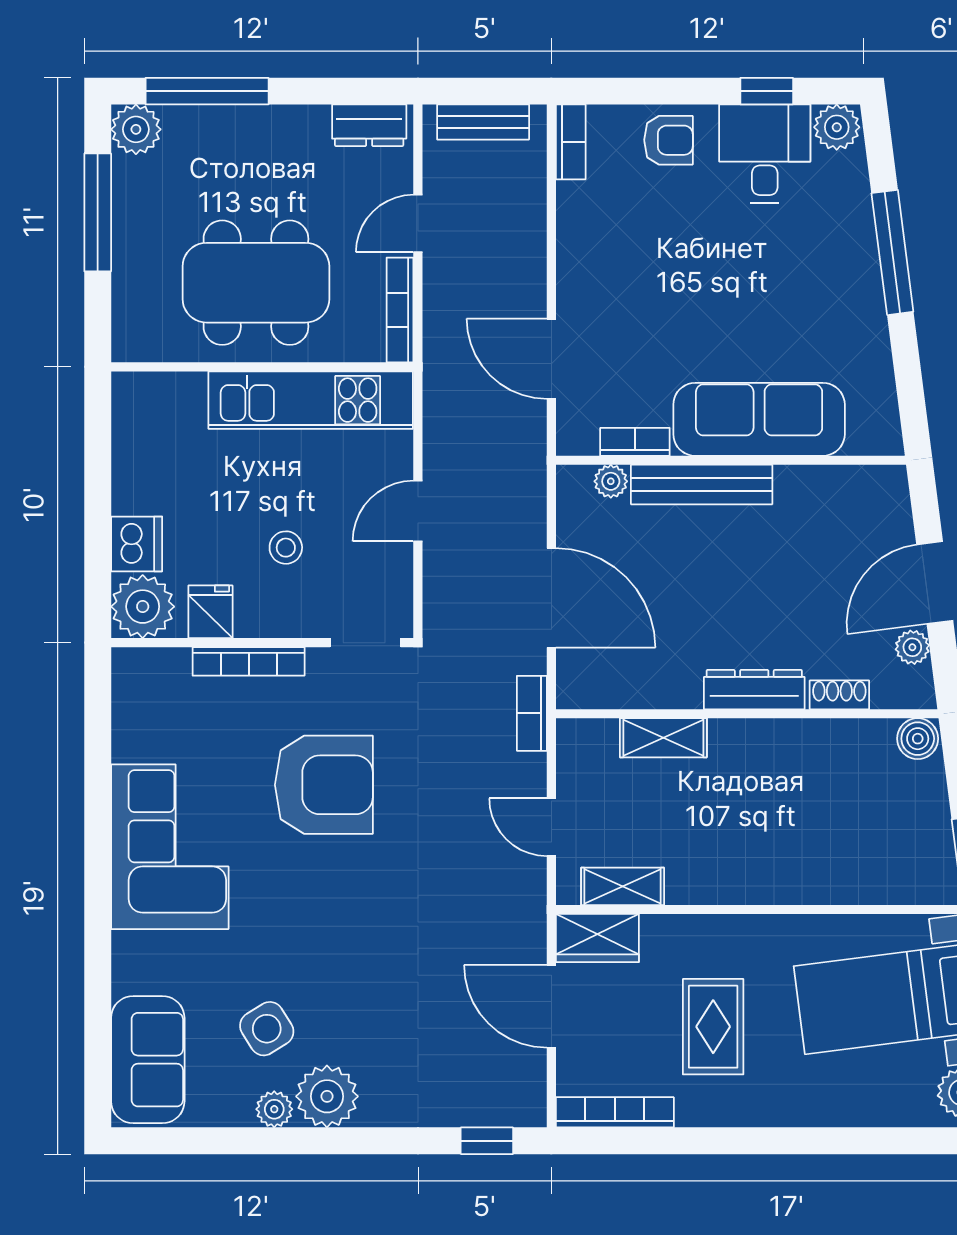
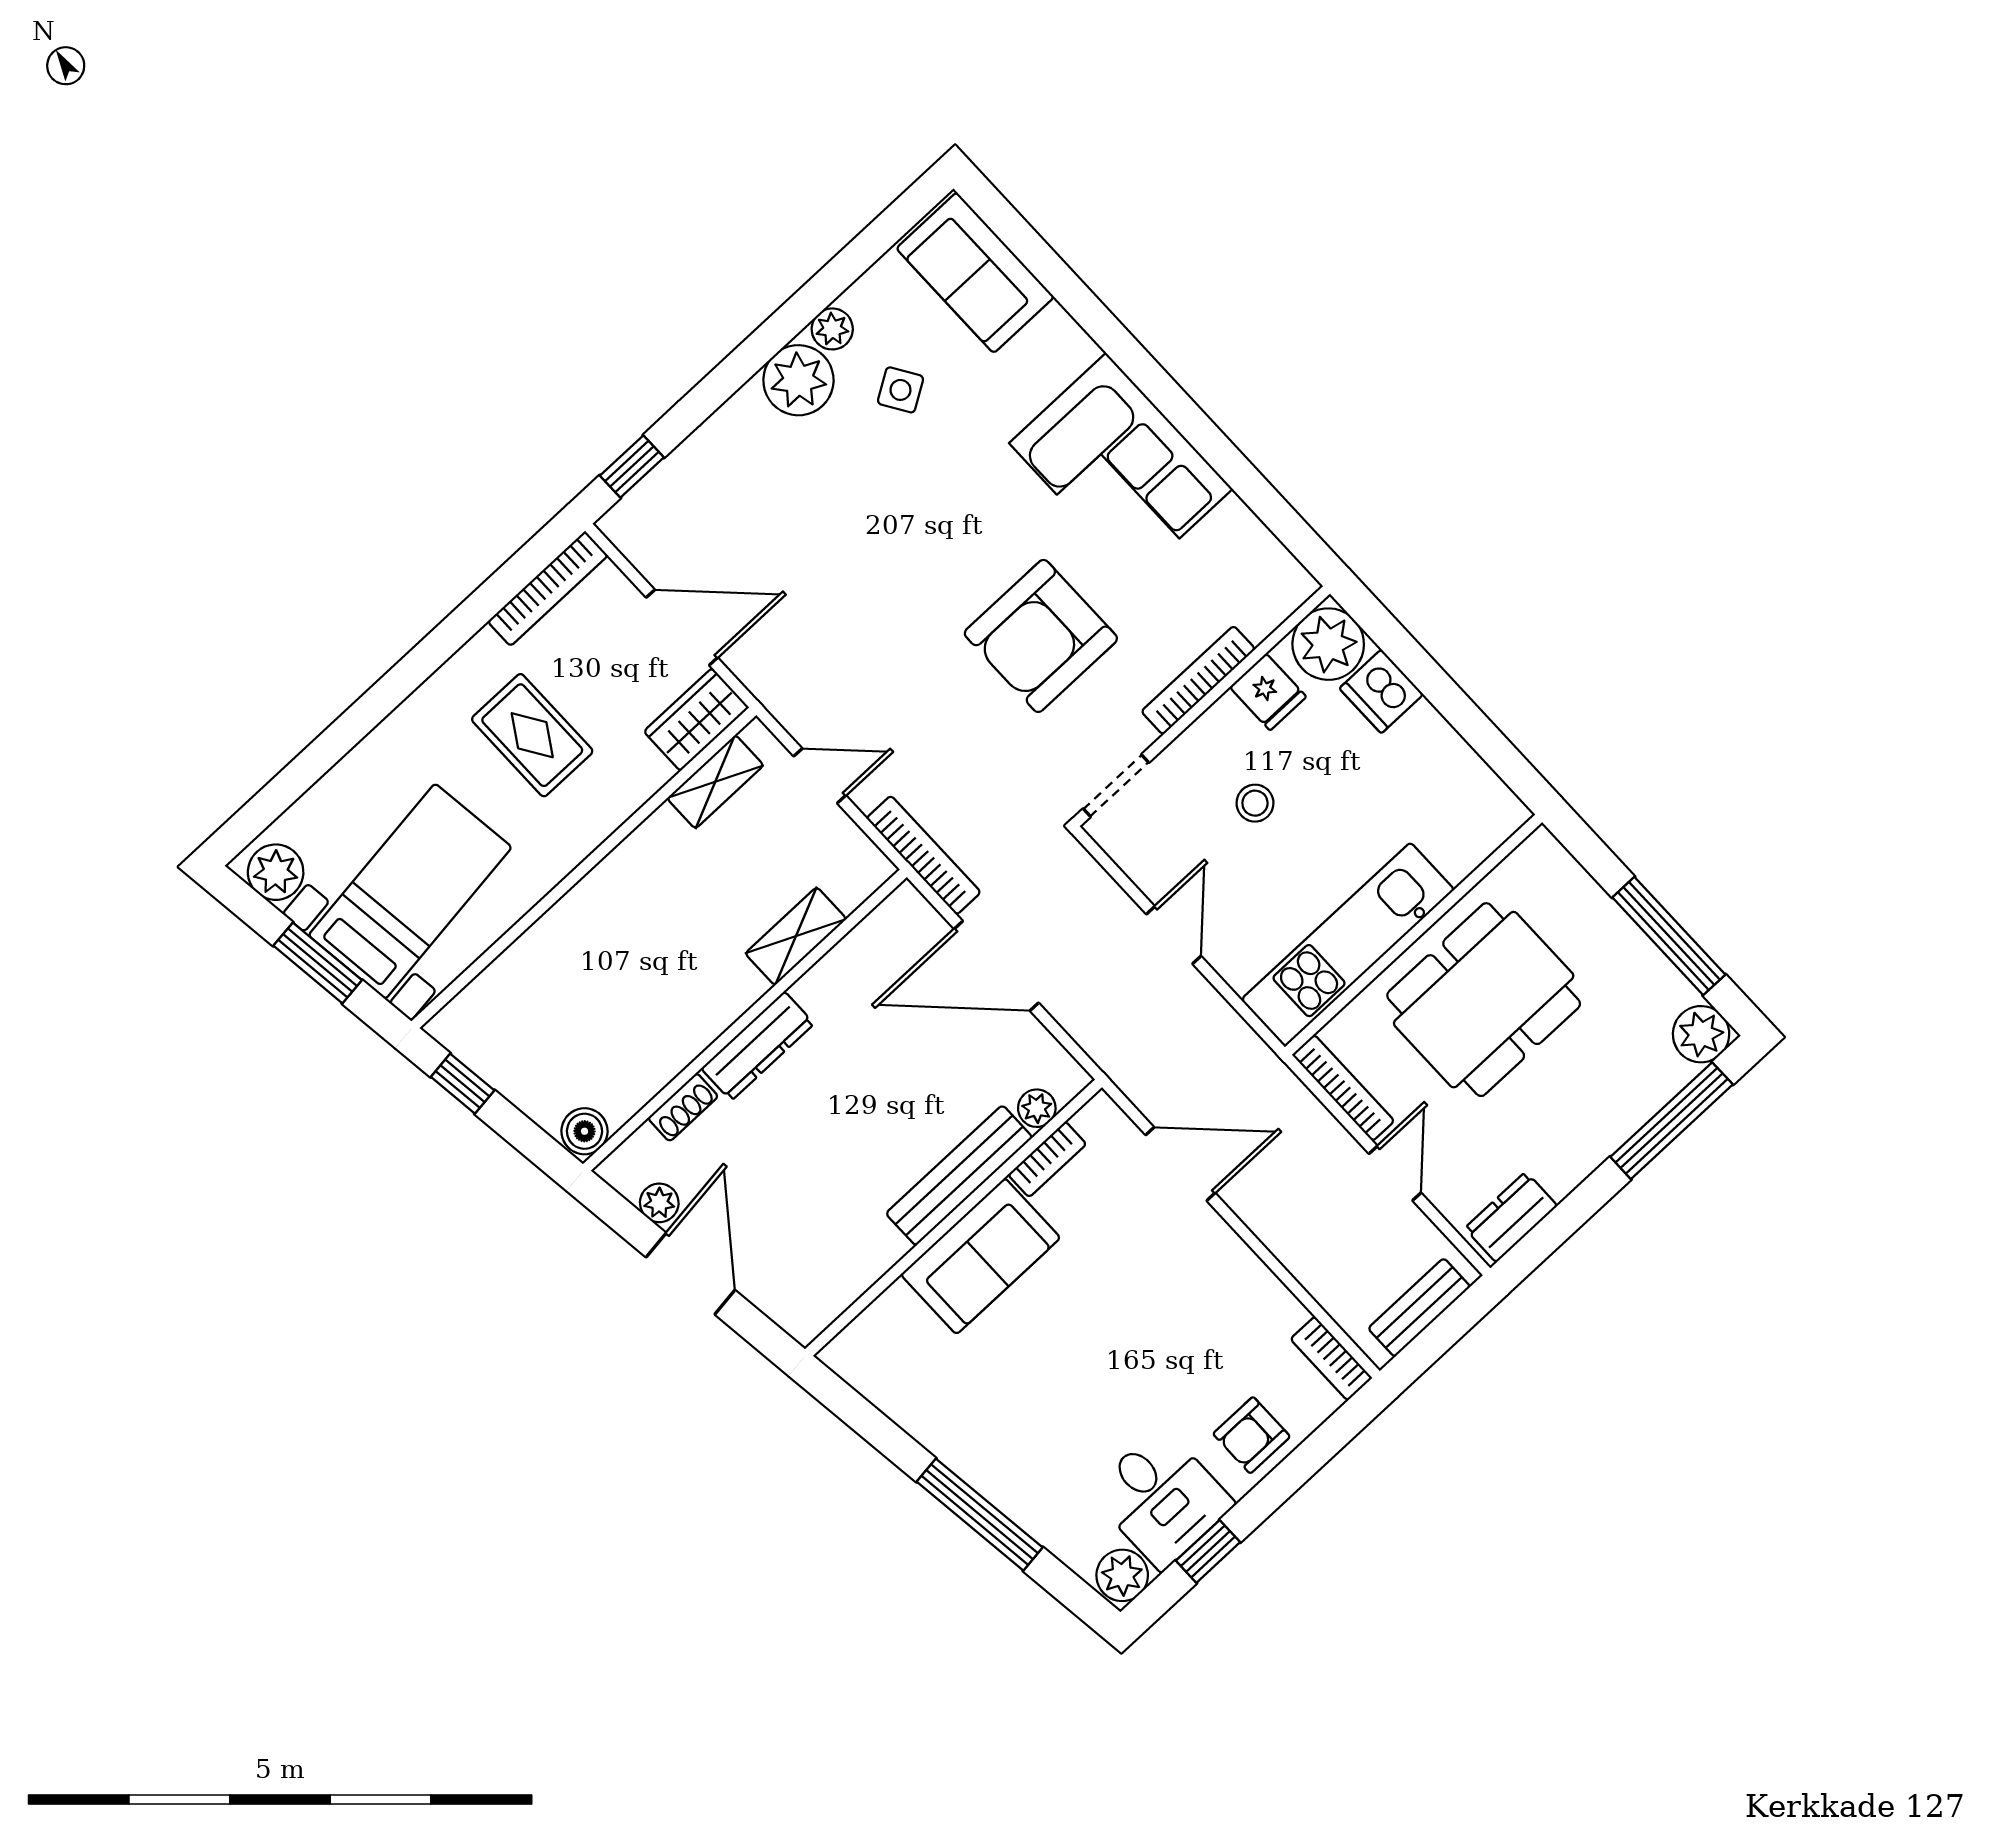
sofa: (759, 419) -> (981, 1256), width x0.73
bookcase: (532, 713) -> (924, 855), width x1.56
side table: (267, 1029) -> (900, 390), width x0.73, depth x0.73

